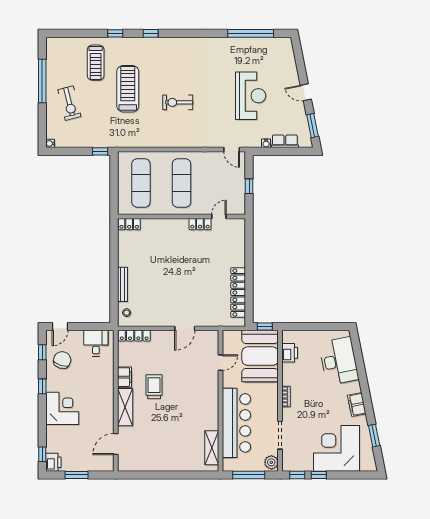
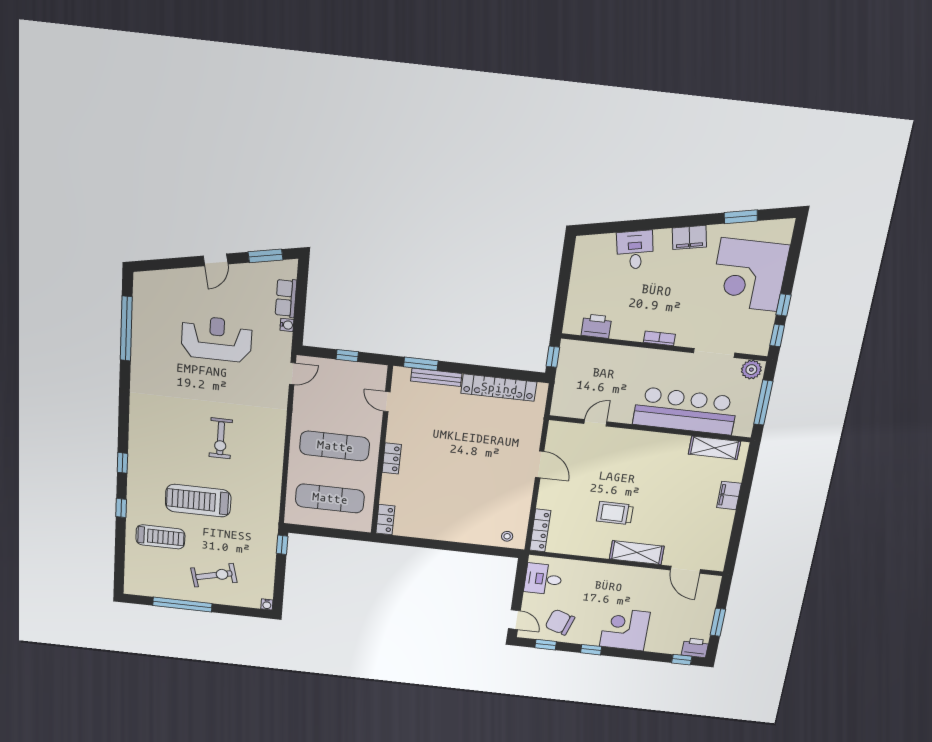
locker: (200, 224) -> (392, 458), moved
window: (249, 237) -> (421, 364), added
bench: (122, 284) -> (436, 377), moved
booth: (260, 356) -> (595, 368), removed
desk: (339, 361) -> (635, 250), width x0.53, depth x0.77
door: (220, 363) -> (595, 423), hinge flipped
filing cabinet: (125, 377) -> (729, 495), moved, turned -90

